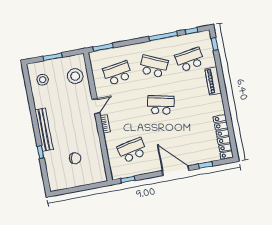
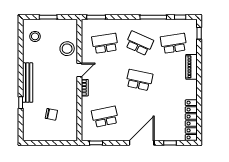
stool: (75, 76) -> (67, 49), moved
door: (176, 171) -> (142, 143), hinge flipped

